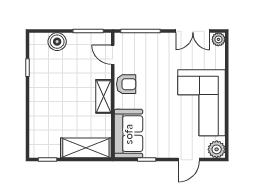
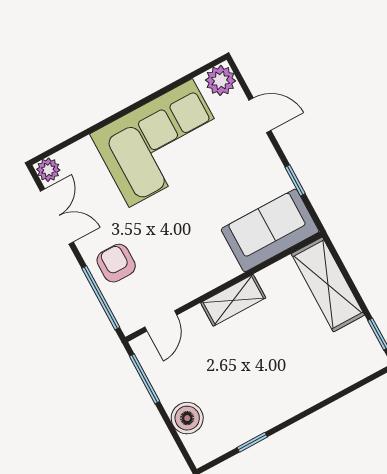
armchair: (126, 84) -> (116, 263), moved

